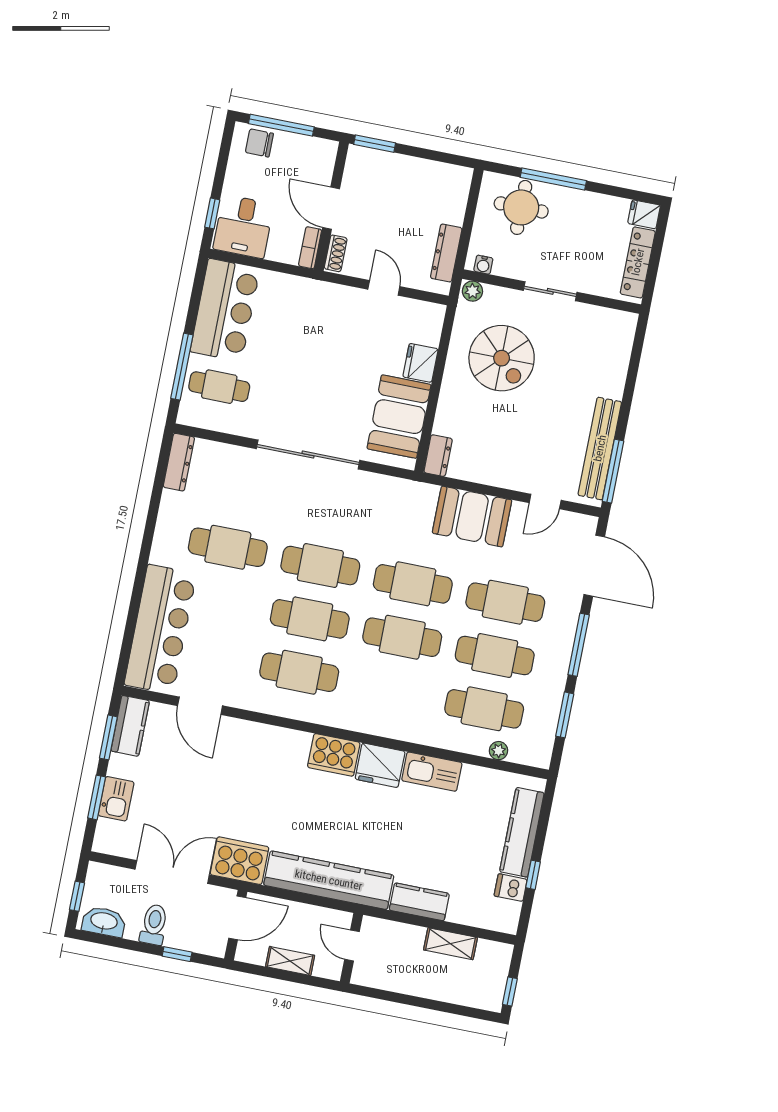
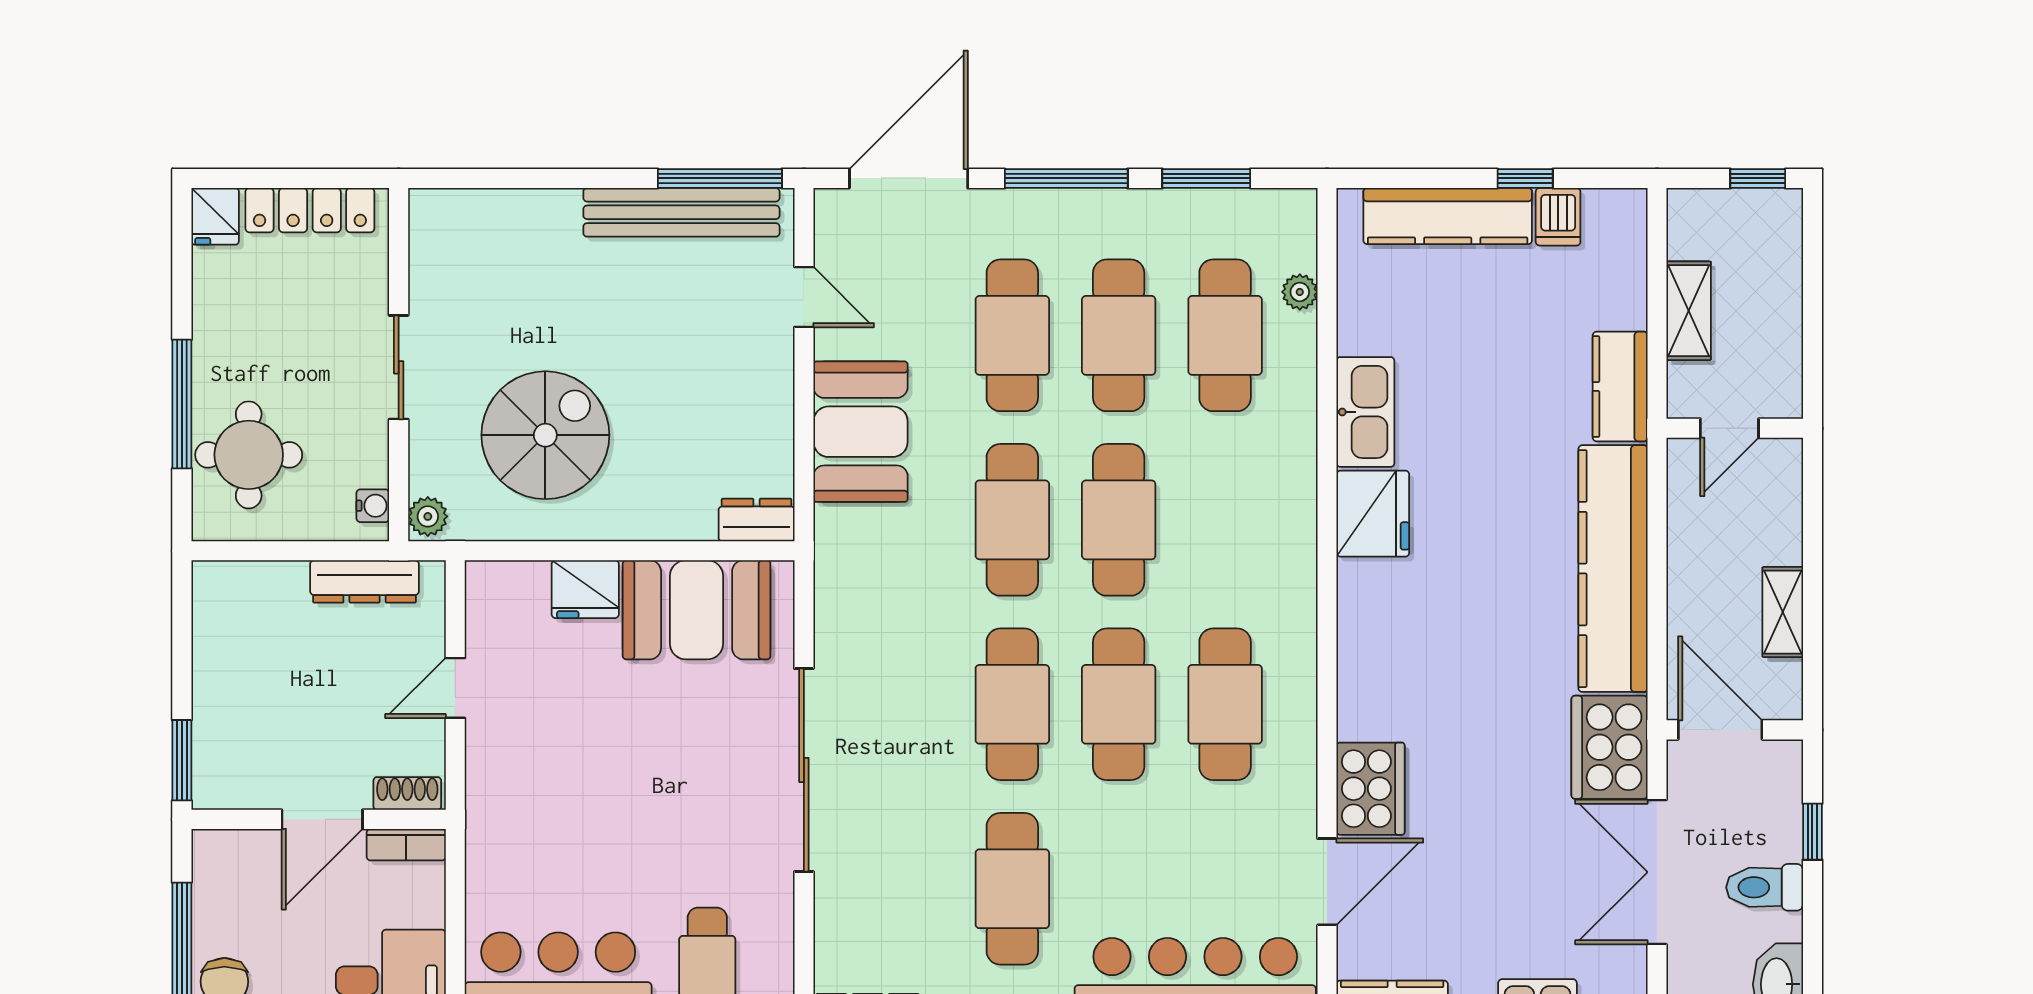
cooker: (334, 755) -> (1371, 789), moved
door: (352, 945) -> (1729, 428), moved
wall: (352, 948) -> (1735, 428), moved

